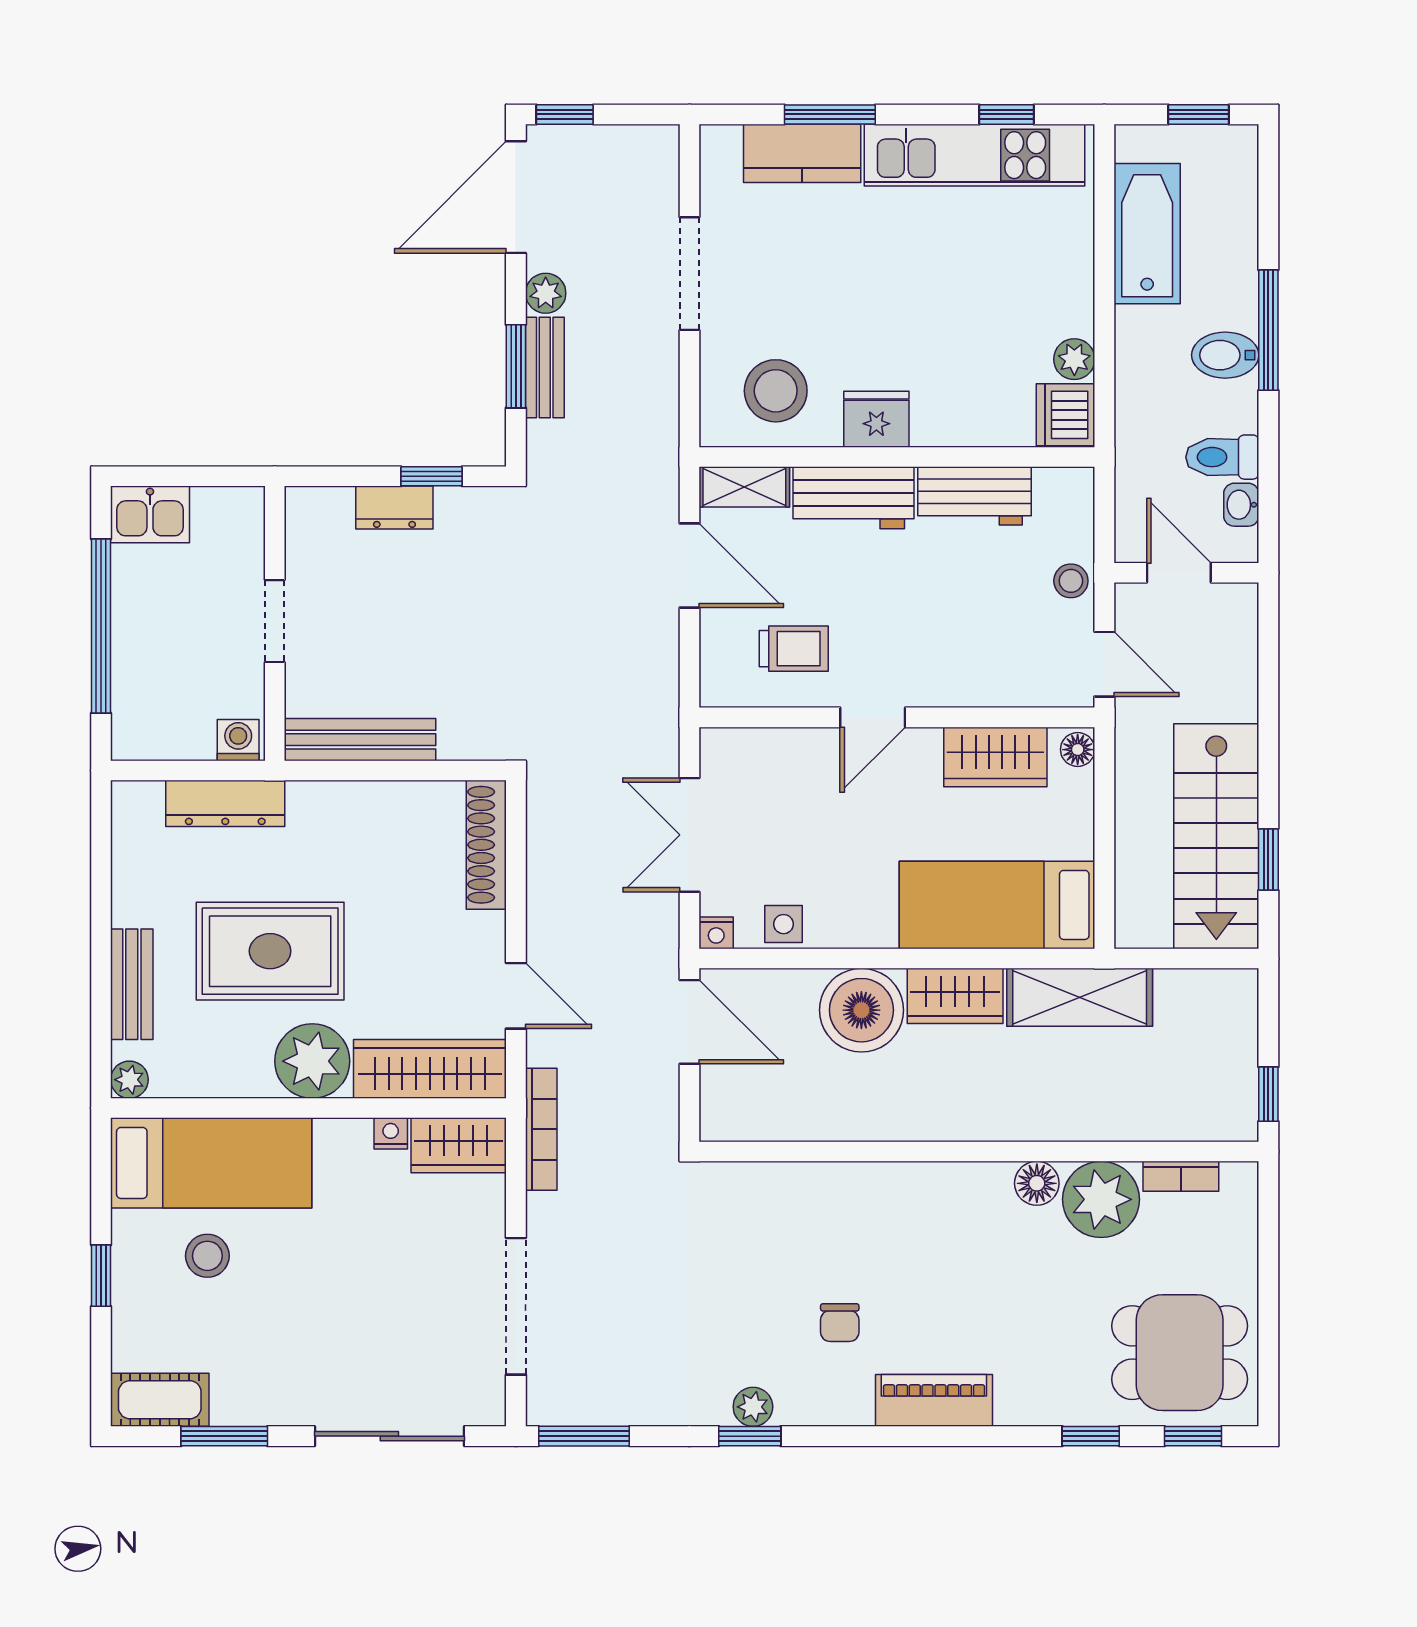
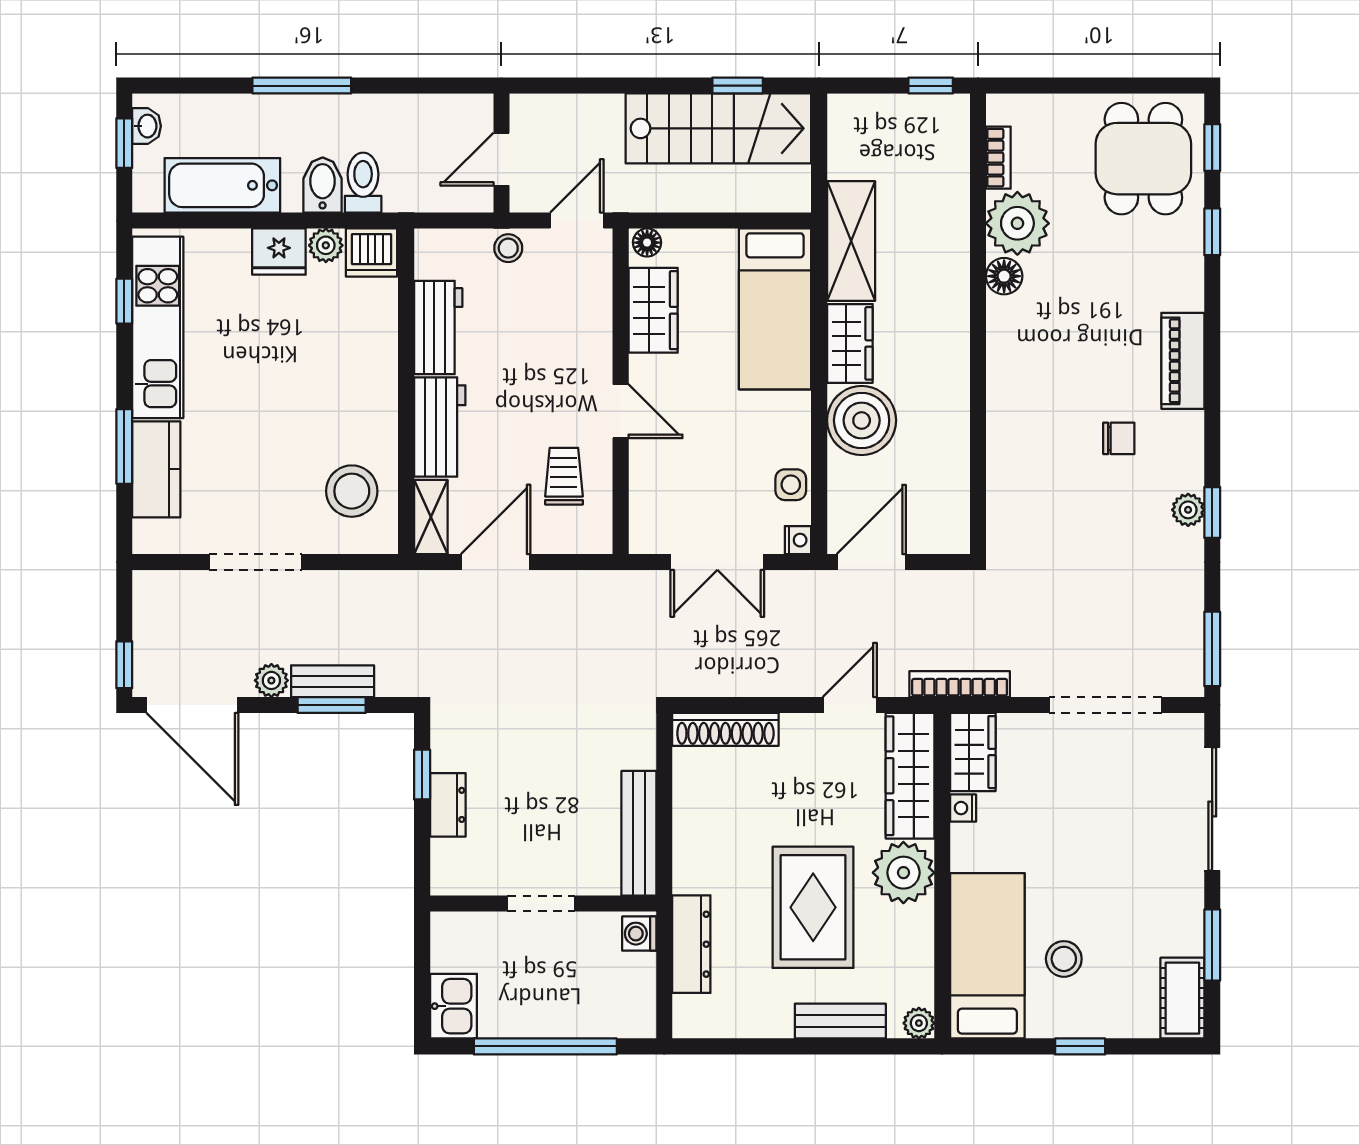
bidet: (1225, 355) -> (323, 185), moved, turned 180
fridge: (876, 419) -> (279, 252), moved, turned -90
toilet: (1222, 457) -> (363, 183), moved, turned 180
washbasin: (1241, 505) -> (147, 126), moved, turned -90

